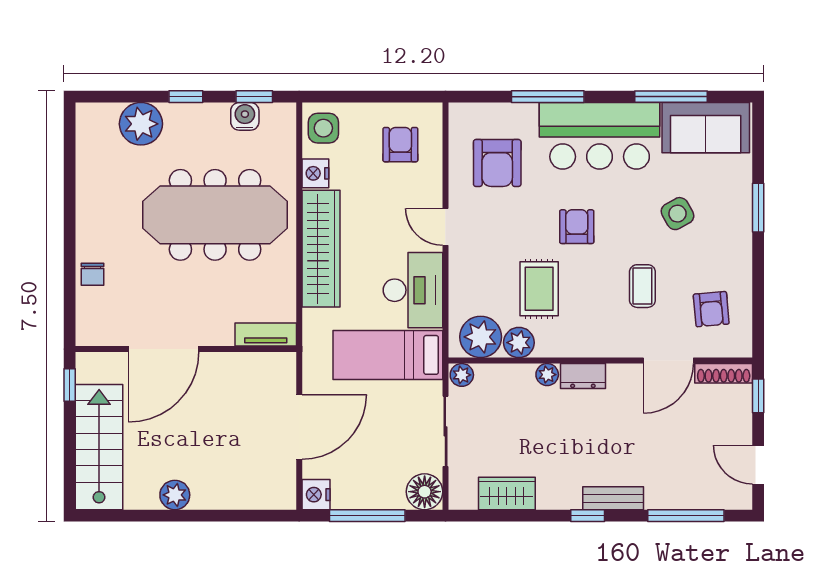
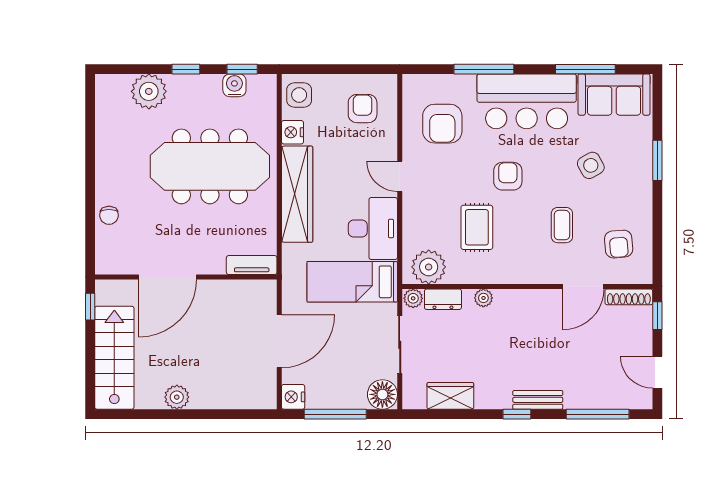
plant: (519, 343) -> (460, 272), removed
dresser: (583, 376) -> (443, 299), moved

